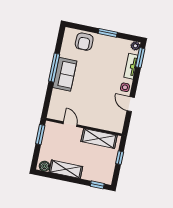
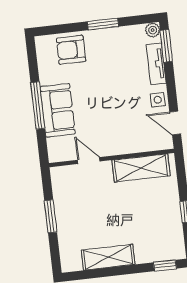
armchair: (84, 42) -> (71, 50), turned 90
door: (70, 124) -> (89, 161), moved
wall: (84, 127) -> (112, 158), moved
shelving: (99, 138) -> (141, 168), moved
boiler: (44, 166) -> (73, 263), removed

